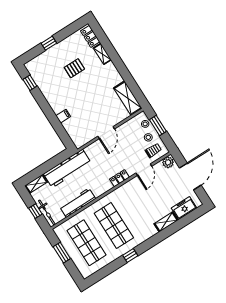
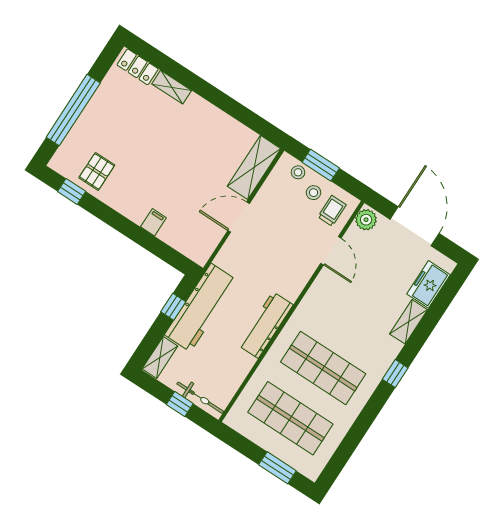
window: (49, 43) -> (73, 110), width x3.17
pallet: (74, 68) -> (97, 171), moved
shelving: (128, 98) -> (254, 167), moved, turned 90
door: (106, 133) -> (239, 217), swing flipped
window: (54, 162) -> (173, 307), added
locker: (119, 178) -> (296, 284), removed
workbench: (78, 203) -> (266, 325), moved
window: (62, 253) -> (277, 468), moved
window: (130, 255) -> (395, 374), moved

